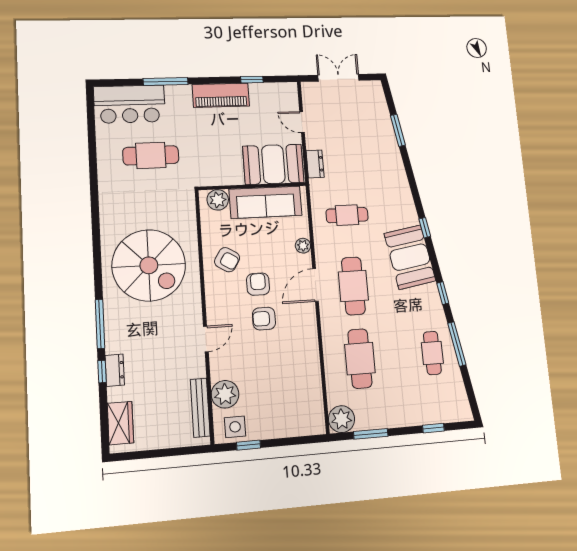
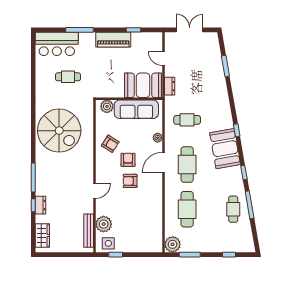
cafe table: (151, 155) -> (68, 77), width x0.73, depth x0.74
spiral stairs: (149, 265) -> (59, 131), moved

